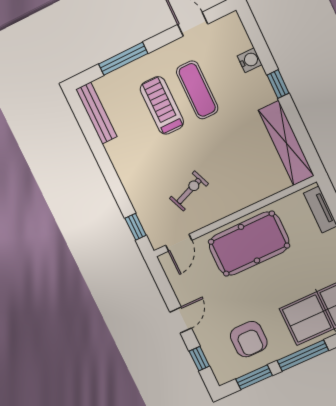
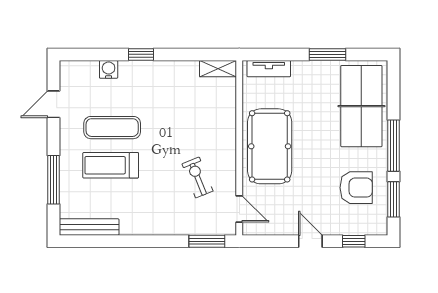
shelving: (286, 143) -> (218, 69), width x0.45, depth x0.75
window: (136, 227) -> (207, 241), width x1.50

